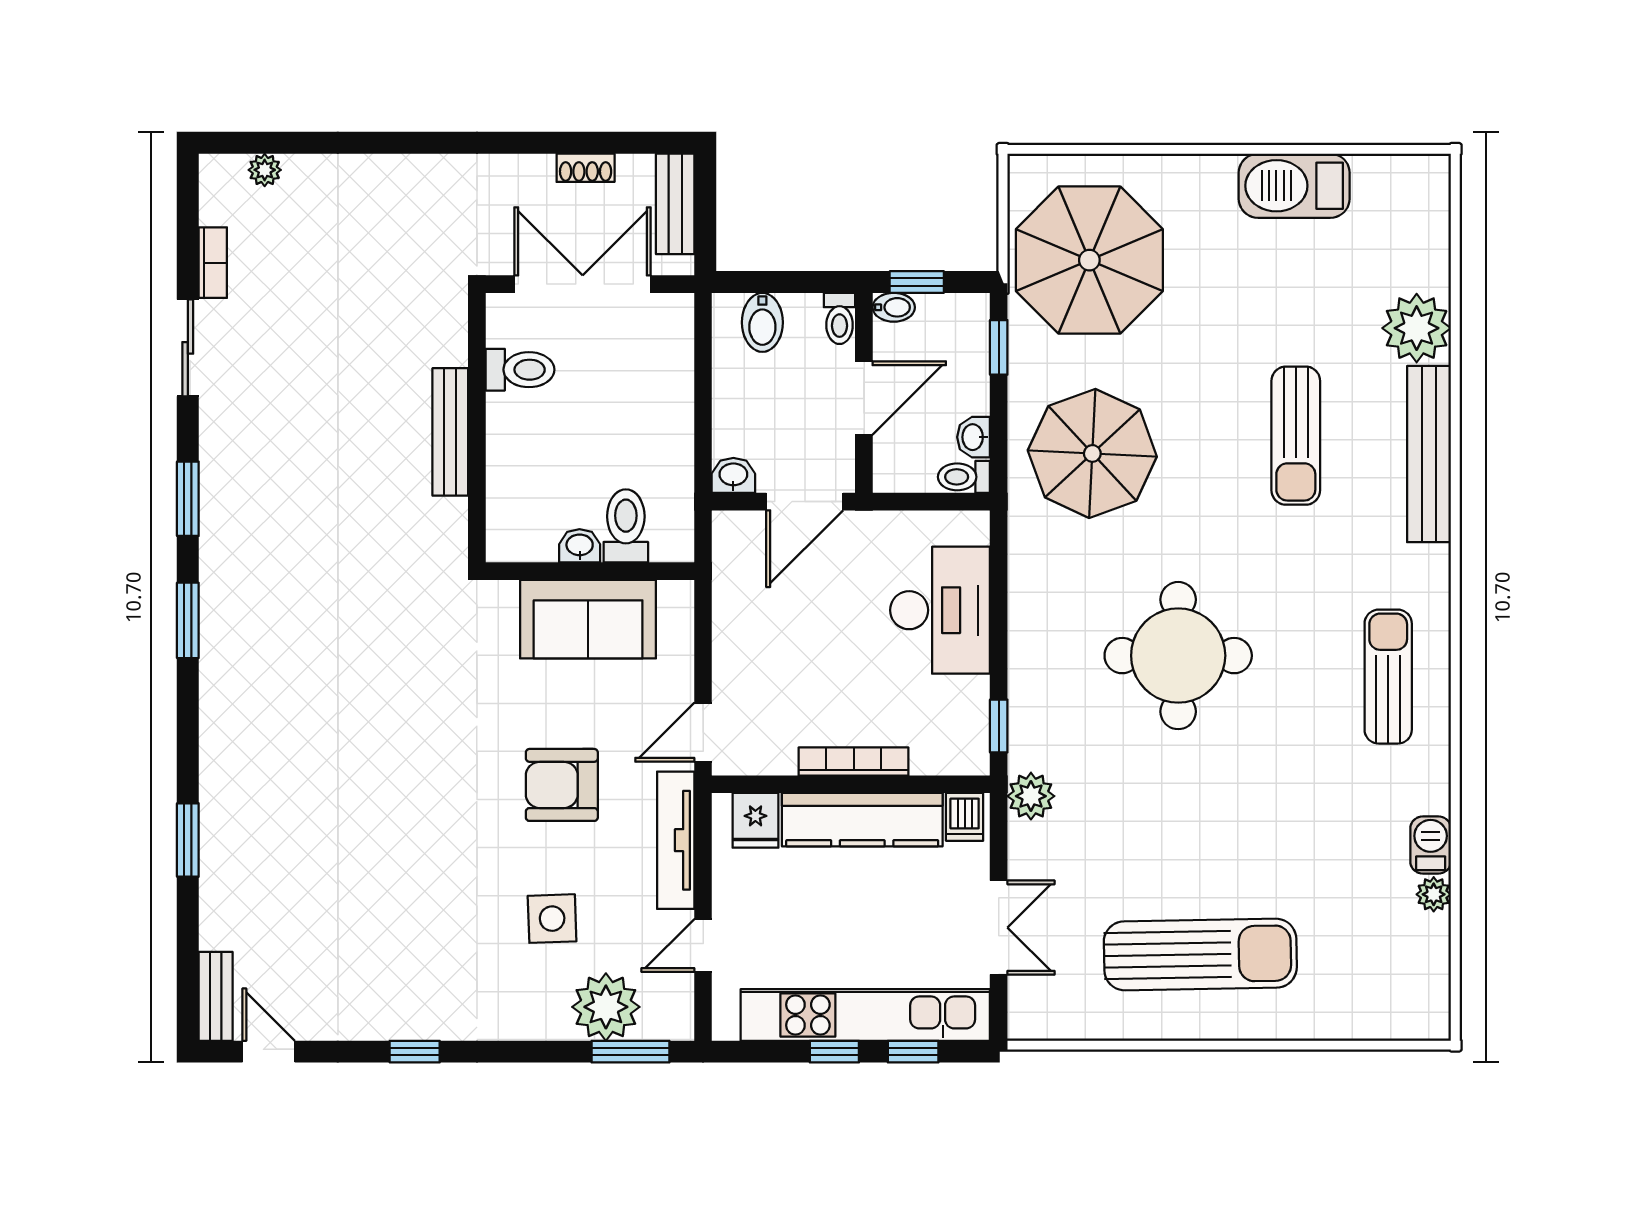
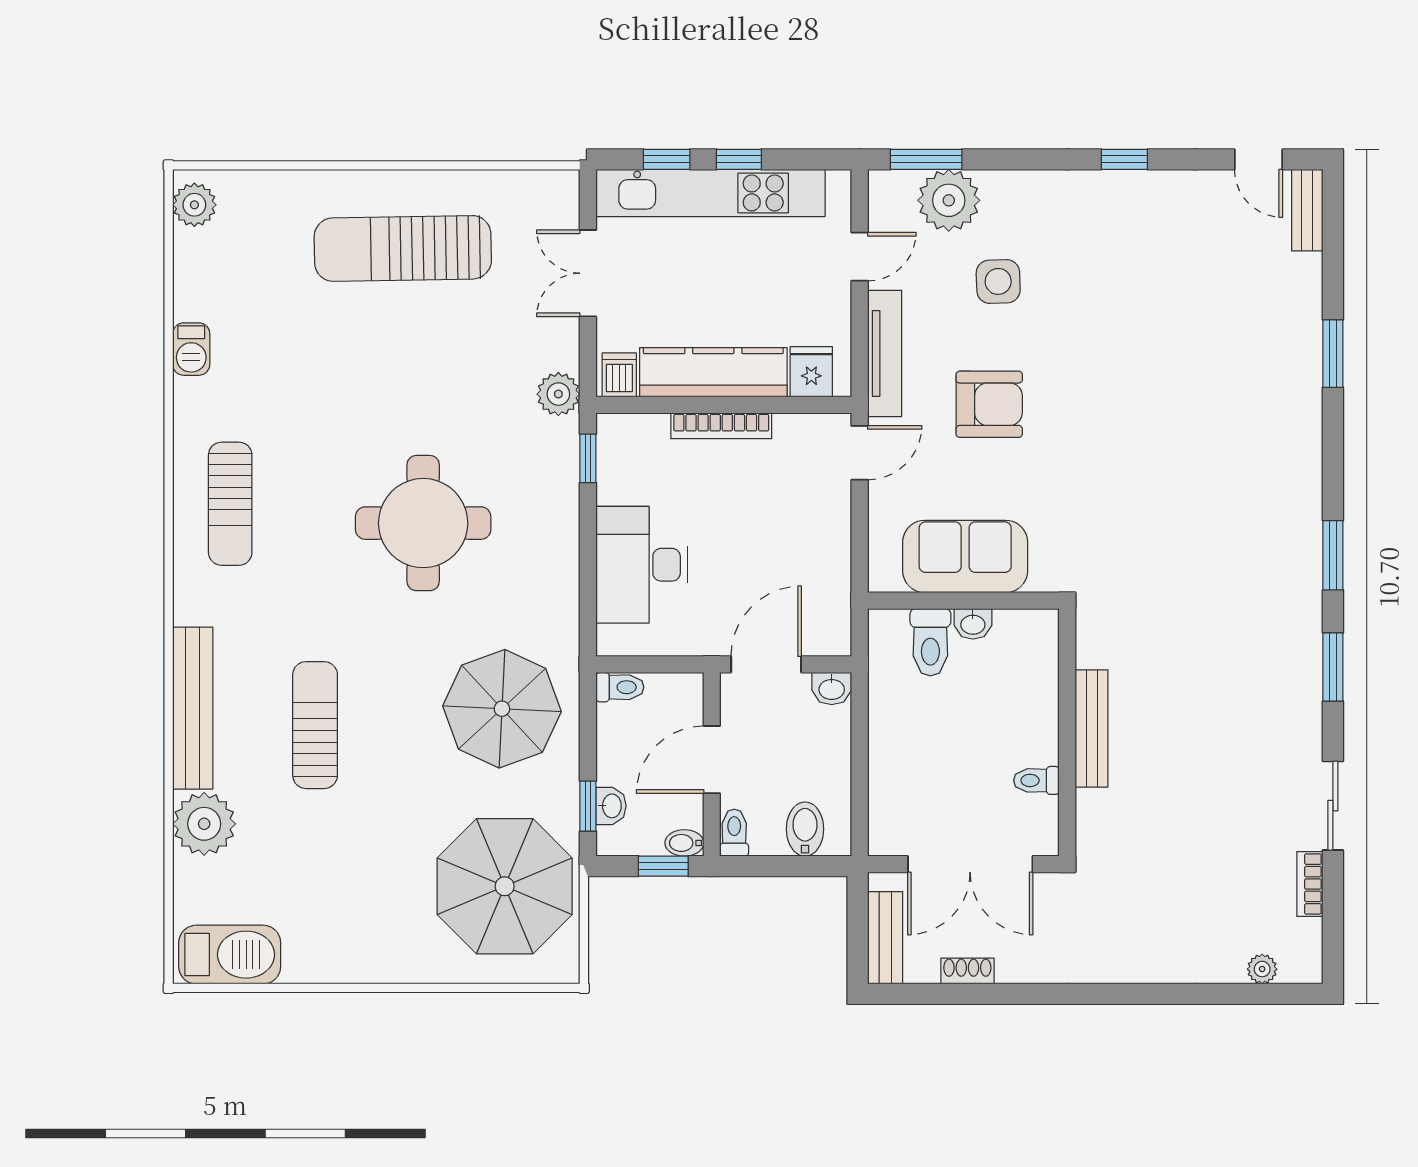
barbecue: (1294, 186) -> (230, 955), moved
toilet: (520, 370) -> (1036, 780), width x0.73, depth x0.72
washbasin: (974, 437) -> (611, 806), moved
plant: (1434, 894) -> (194, 205), moved, width x1.38, depth x1.38

